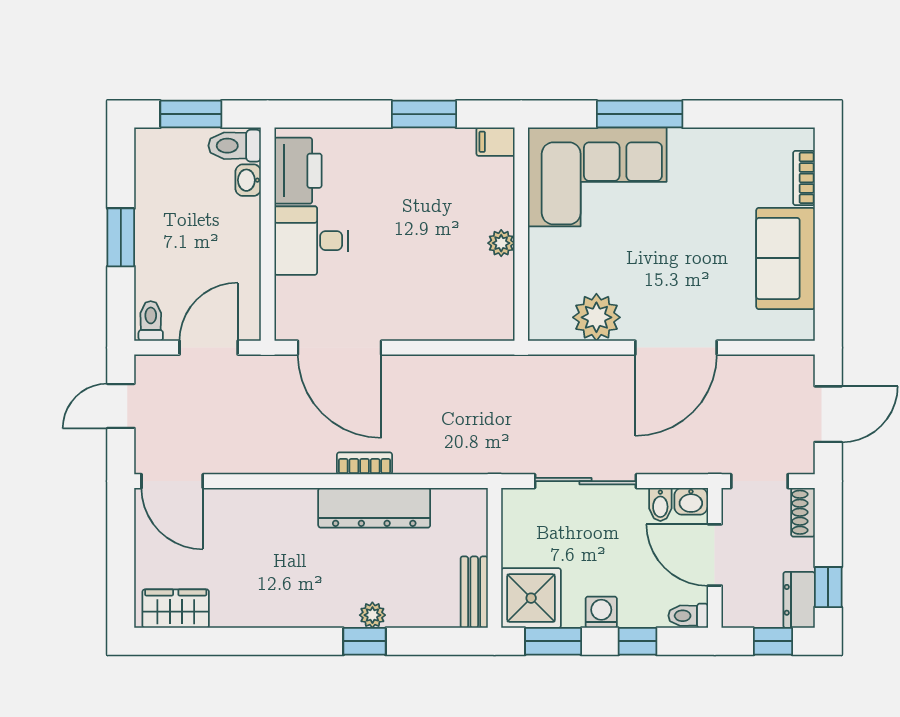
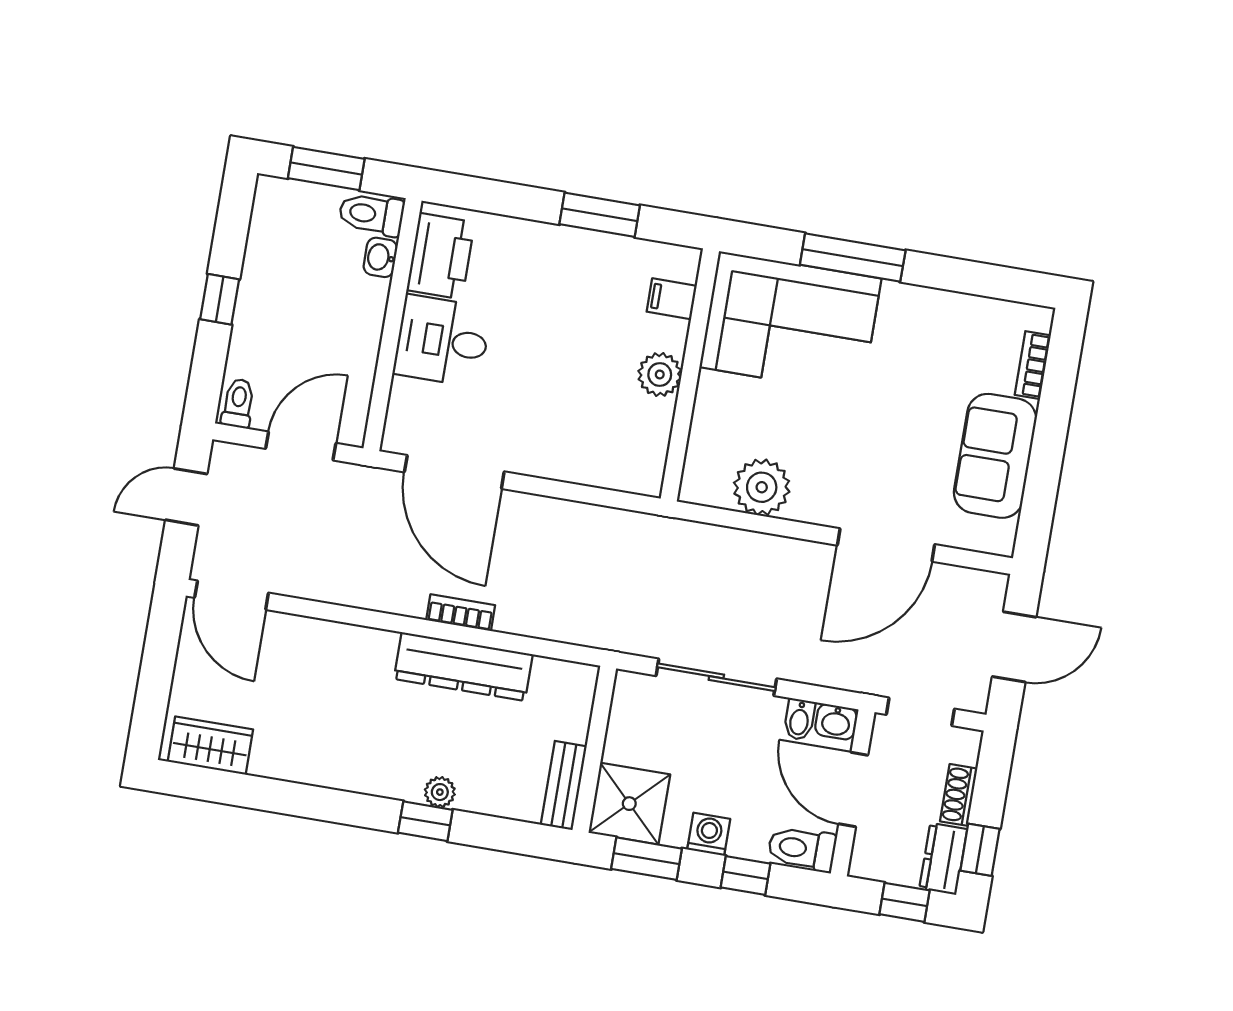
filing cabinet: (495, 142) -> (672, 299), moved
window: (121, 237) -> (220, 299), width x0.67
plant: (501, 243) -> (660, 374), width x1.38, depth x1.38
door: (676, 348) -> (886, 545), moved
shoe rack: (803, 512) -> (959, 795), moved
toilet: (688, 616) -> (802, 849), width x1.37, depth x1.39

